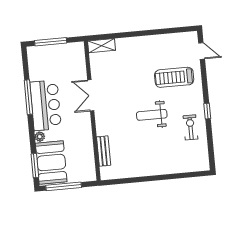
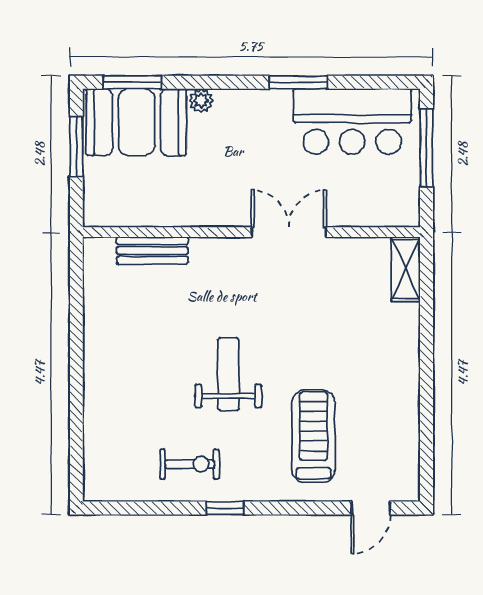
window: (28, 97) -> (298, 82), width x0.69
bar counter: (46, 105) -> (352, 121), moved
window: (64, 186) -> (76, 147), width x0.69

